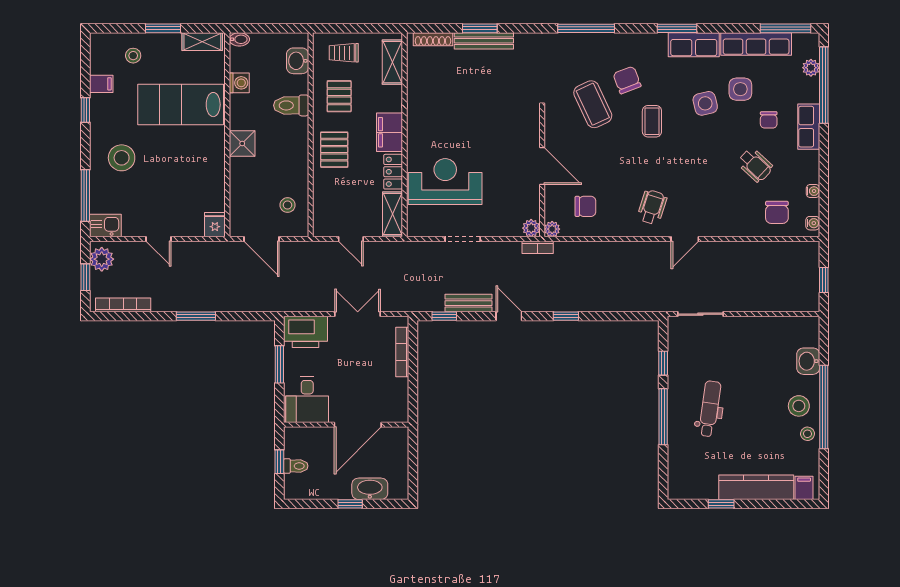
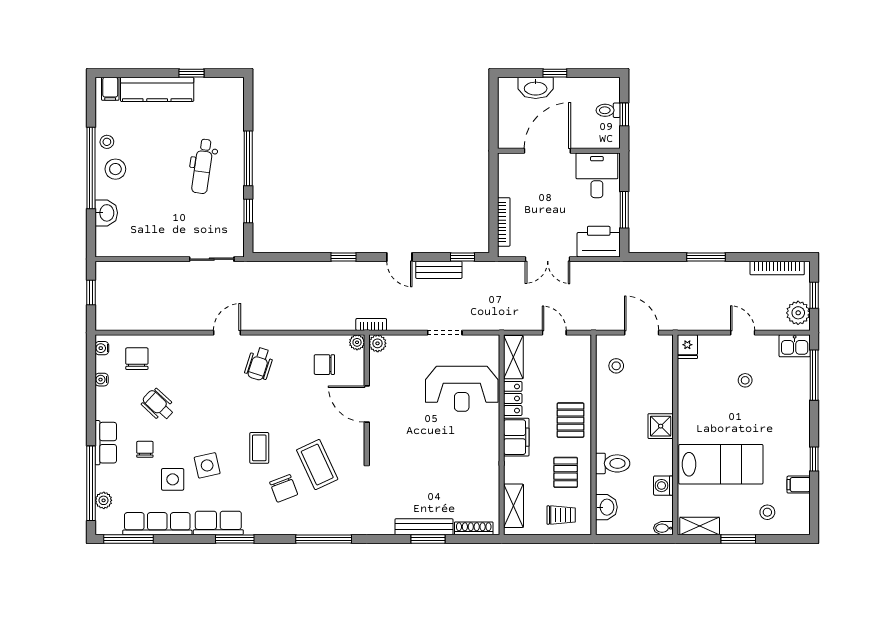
stool: (122, 158) -> (745, 380), moved, width x0.53, depth x0.53

